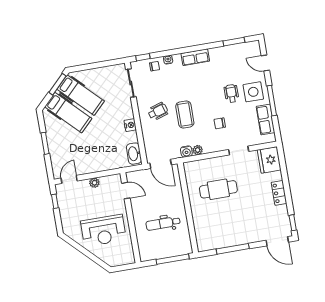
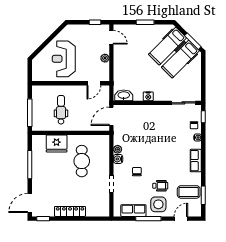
wheelchair: (158, 111) -> (156, 122), removed
coffee table: (185, 114) -> (189, 192), moved
water cooler: (186, 151) -> (118, 159), moved
fridge: (269, 160) -> (57, 144), moved, turned 180
locker: (279, 193) -> (70, 211), width x1.53

